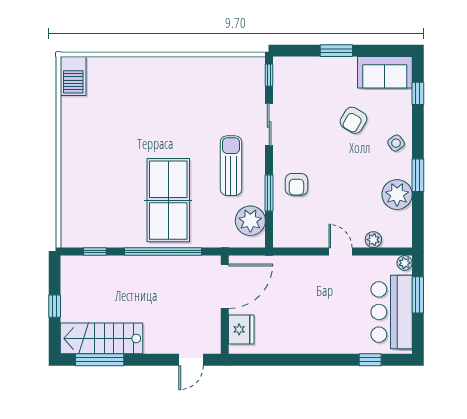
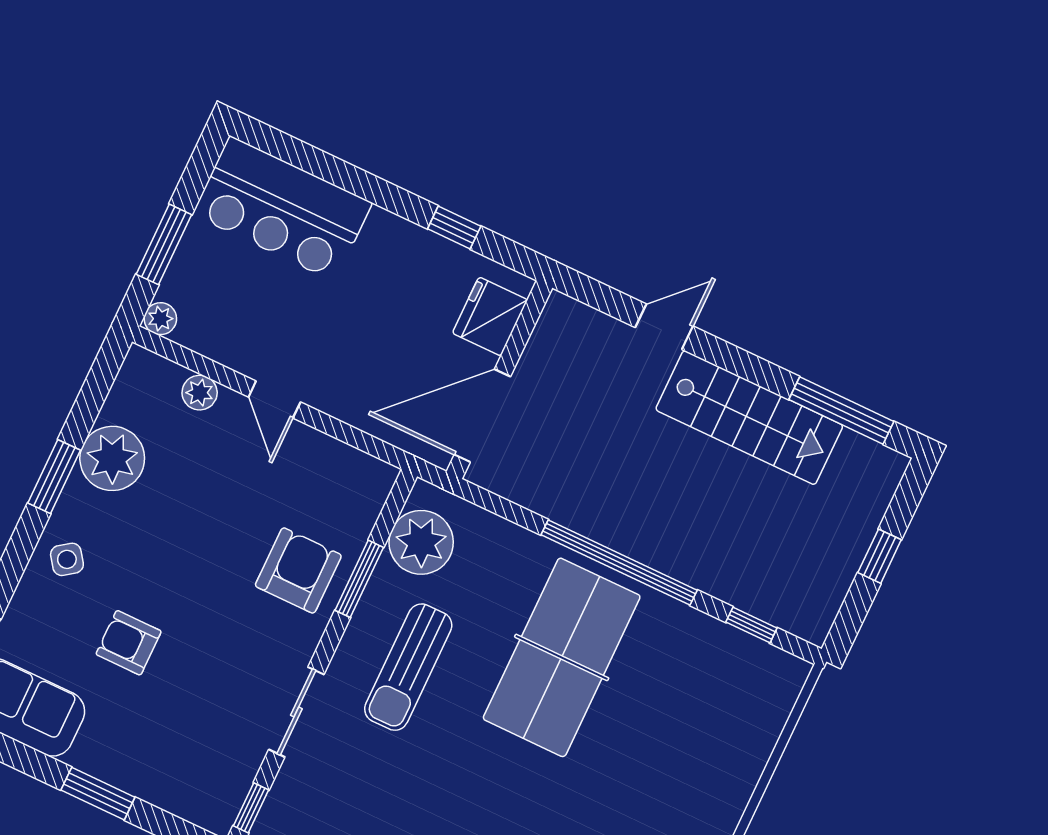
armchair: (353, 120) -> (129, 643), turned -120
armchair: (296, 184) -> (298, 571), width x1.38, depth x1.38
door: (225, 286) -> (482, 416), moved
wall: (225, 305) -> (499, 380), moved
bar counter: (392, 312) -> (282, 209), moved, turned 90
fridge: (241, 329) -> (490, 316), moved
stairs: (102, 338) -> (749, 418), moved
window: (370, 360) -> (454, 227), moved

